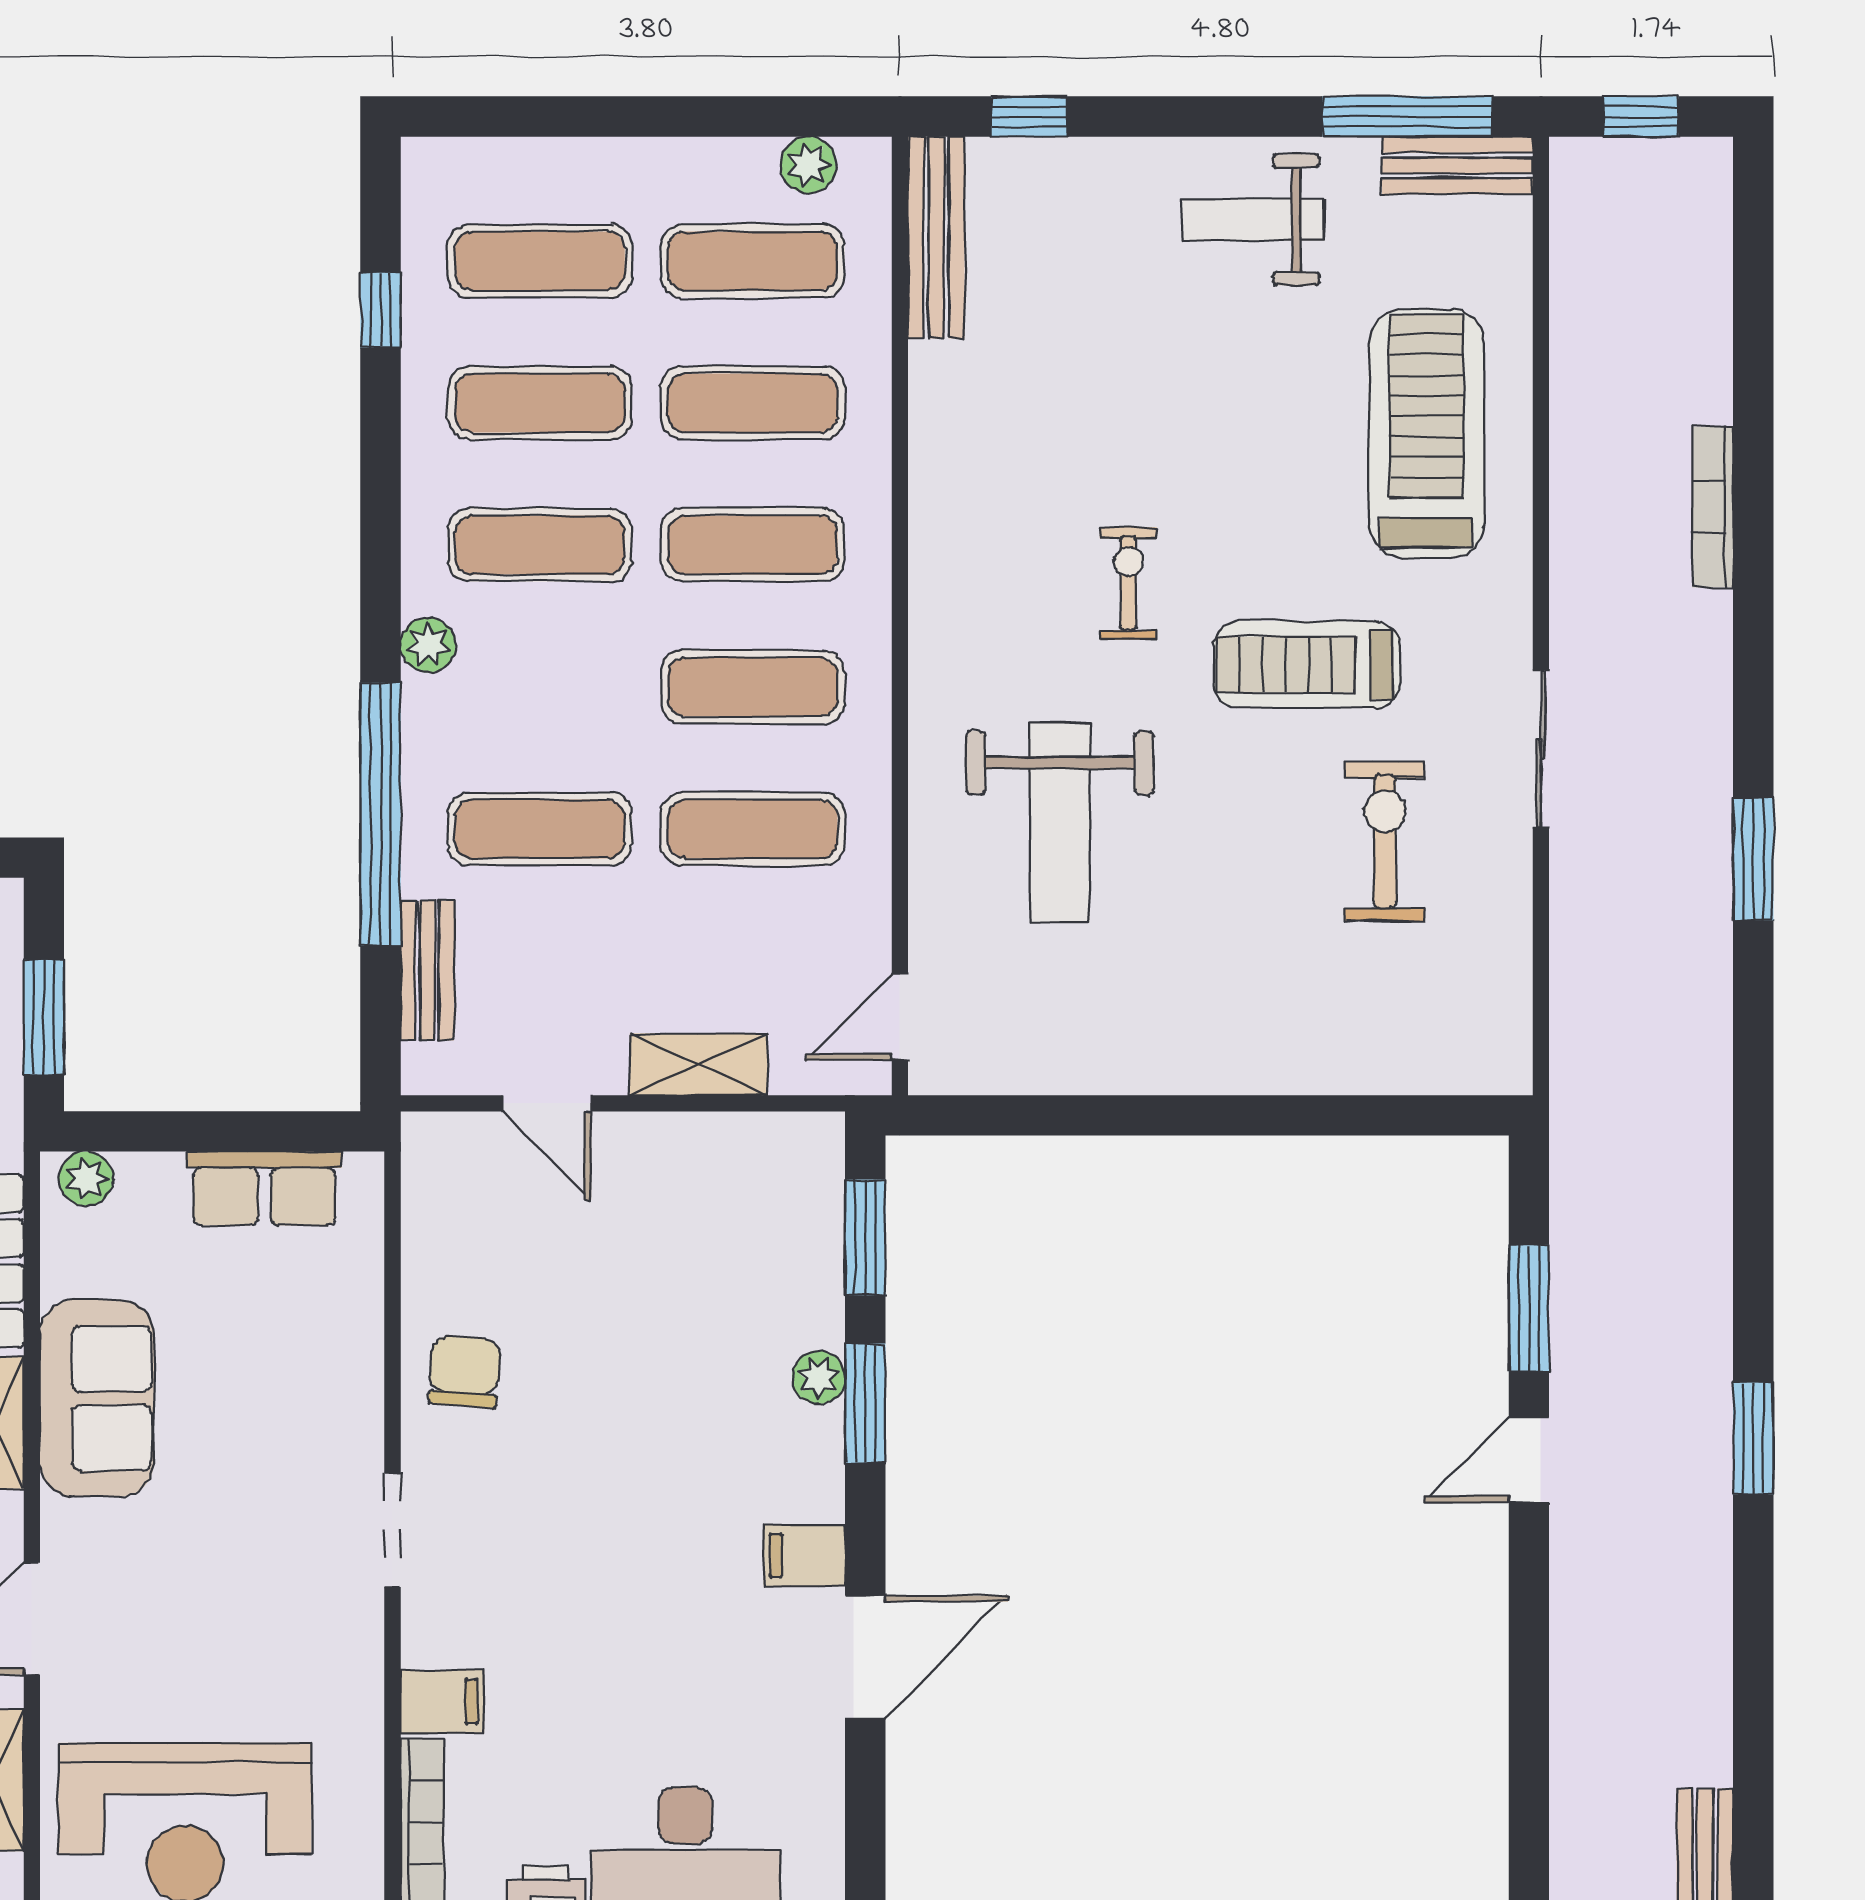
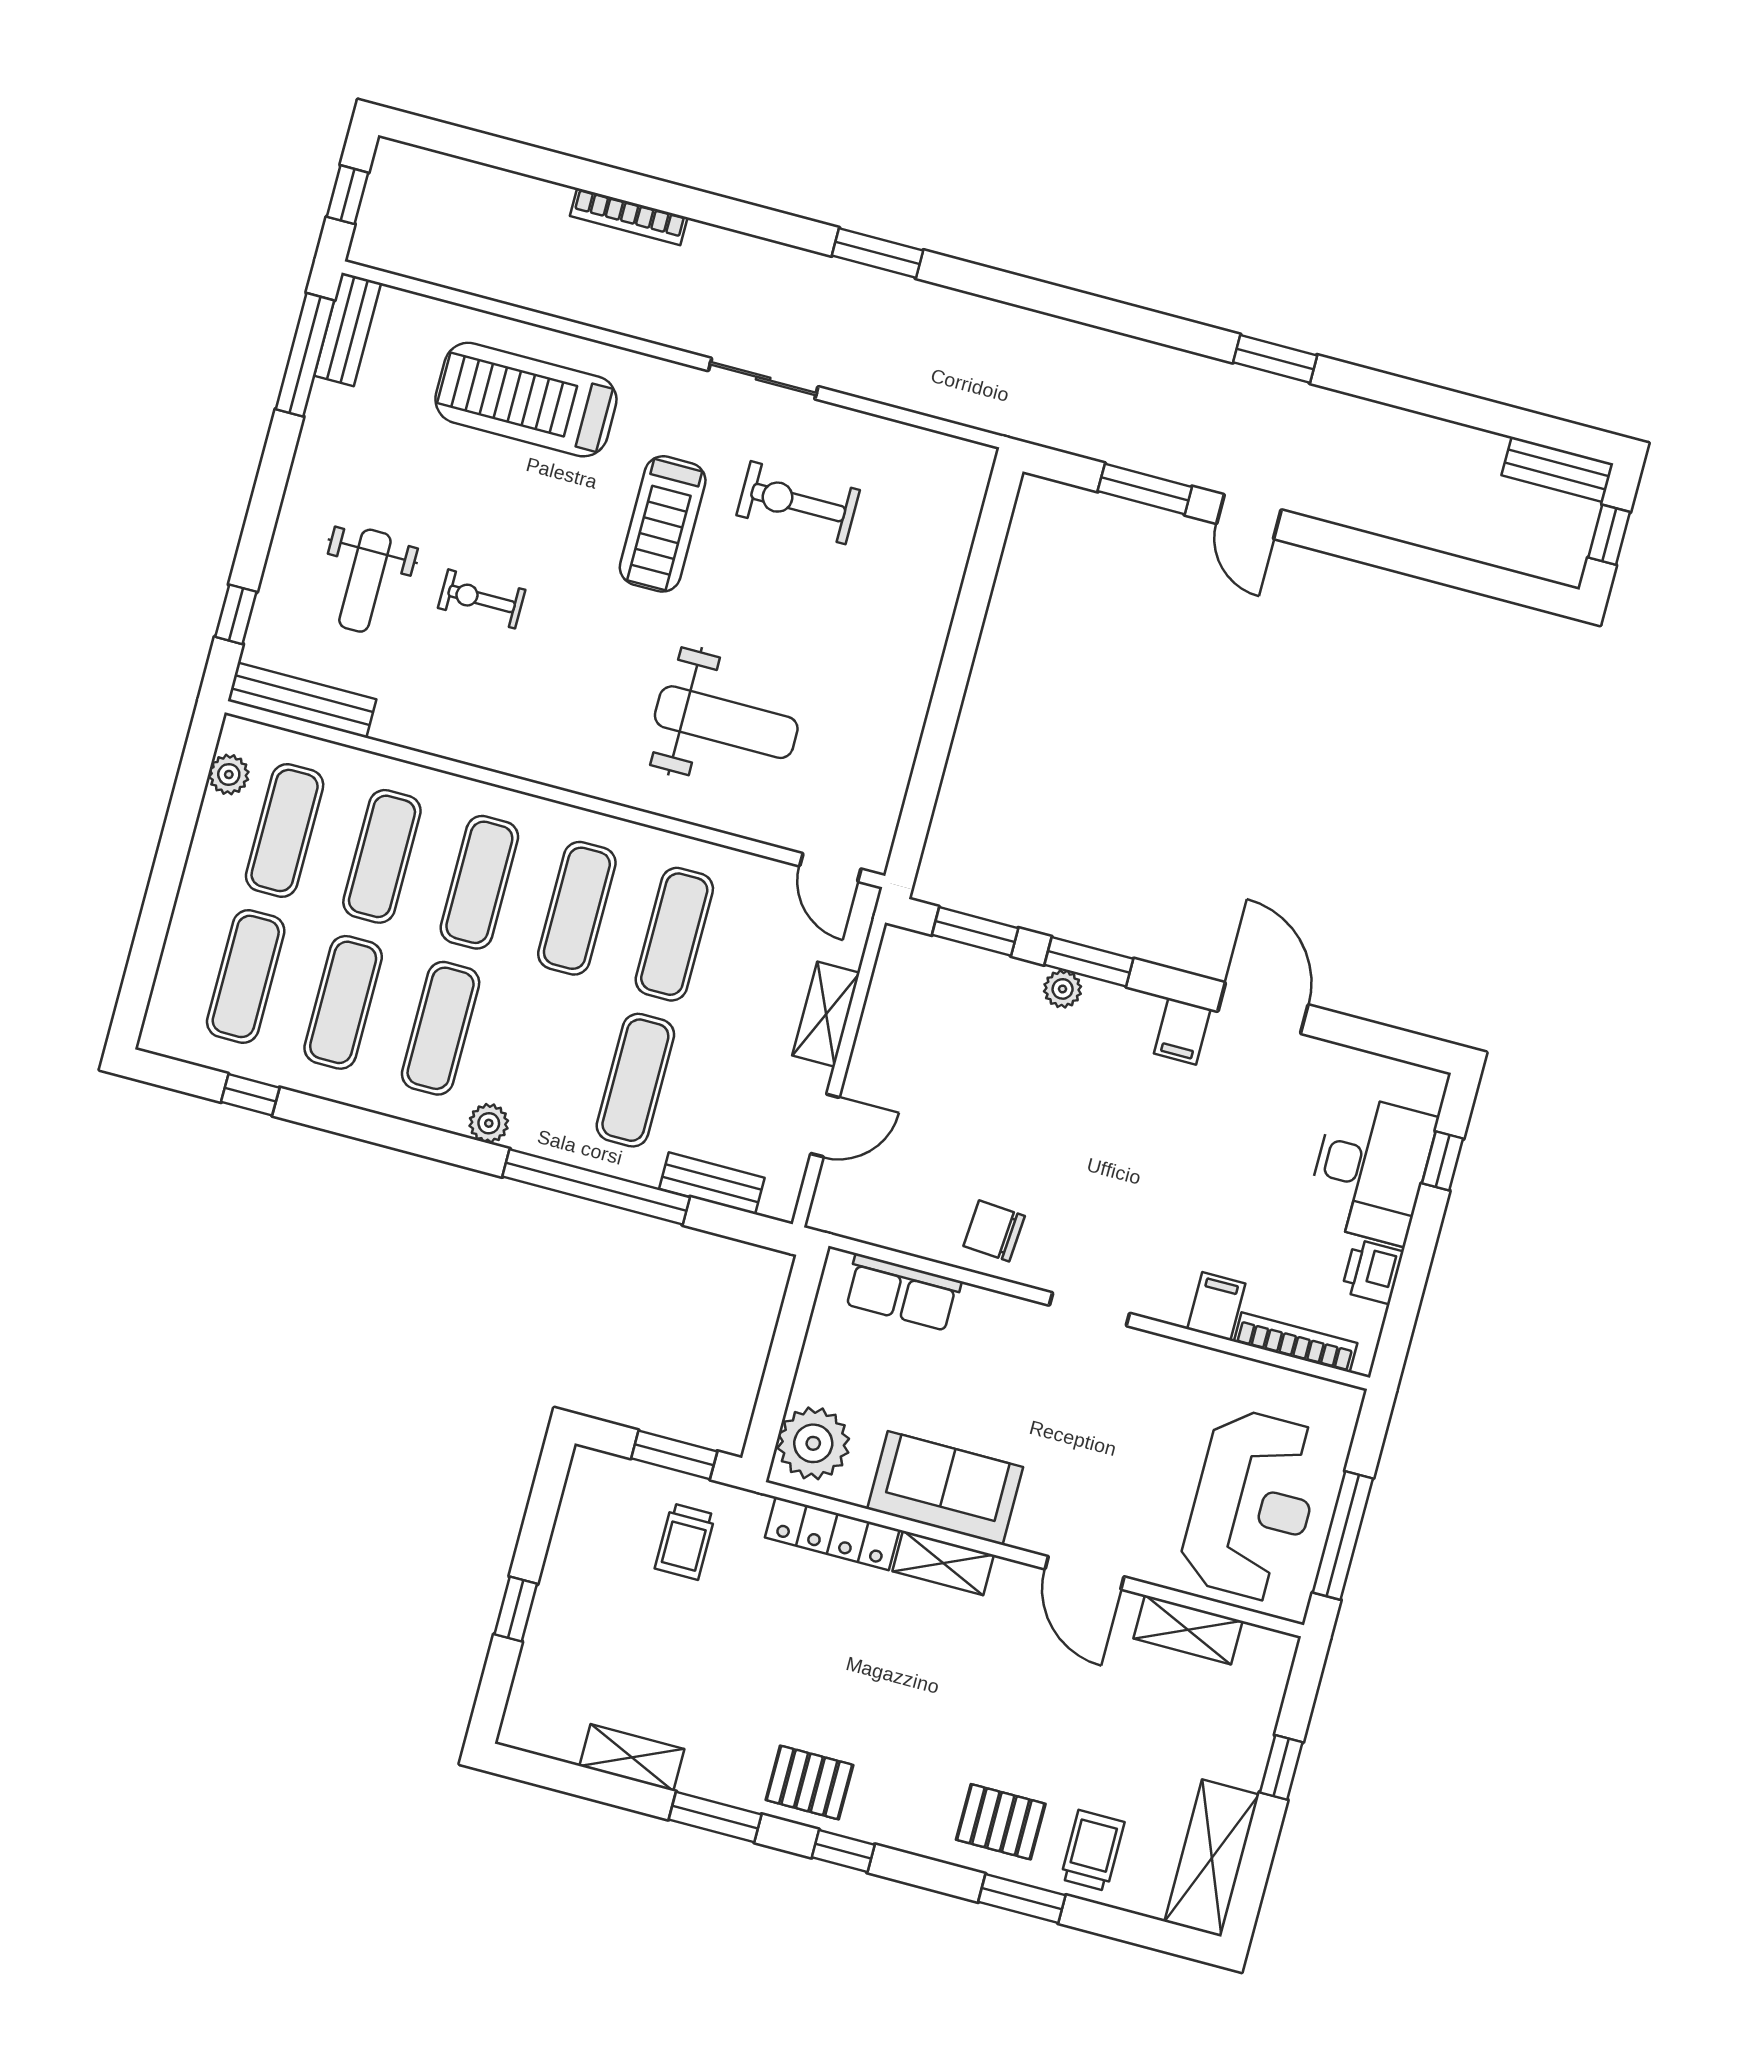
weight bench: (1253, 220) -> (365, 581), moved
exercise bike: (1128, 583) -> (482, 599), moved
plant: (86, 1179) -> (813, 1443), width x1.87, depth x1.87
row of seats: (264, 1188) -> (902, 1292), moved, turned 90

